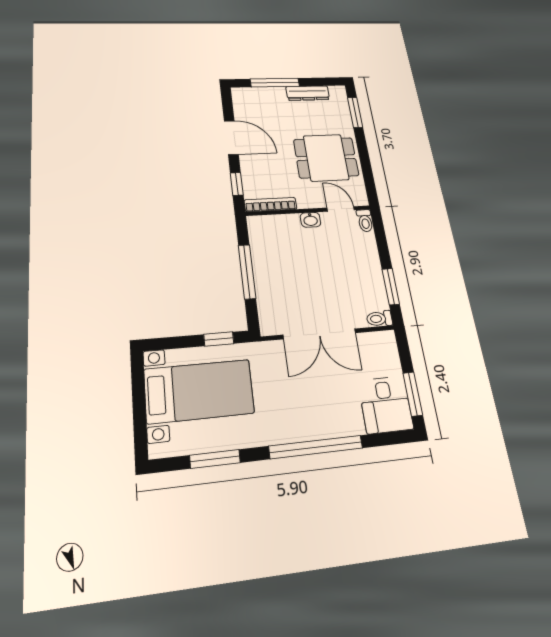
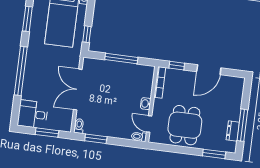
window: (275, 83) -> (242, 125), moved
dresser: (308, 93) -> (233, 131), width x0.70
door: (341, 209) -> (149, 124), swing flipped
window: (413, 394) -> (47, 133), moved

